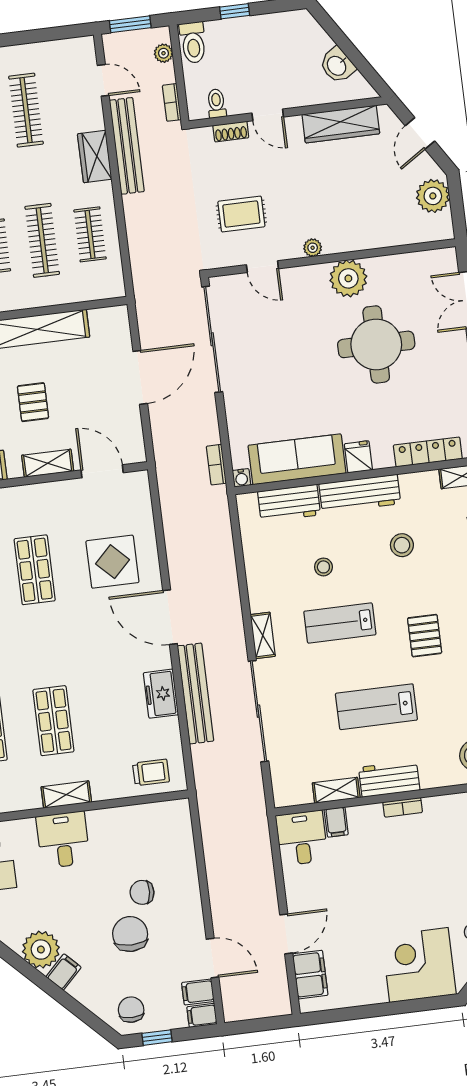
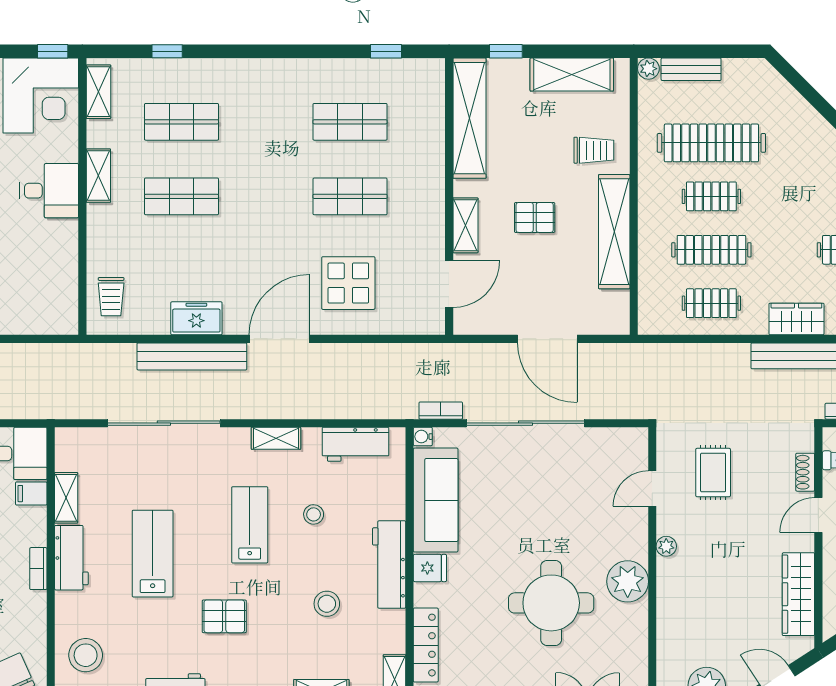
sliding door: (212, 339) -> (525, 423), moved
workbench: (289, 503) -> (355, 444), moved, turned -90
shelving: (263, 635) -> (276, 438), moved
shelving: (66, 795) -> (98, 176), moved

